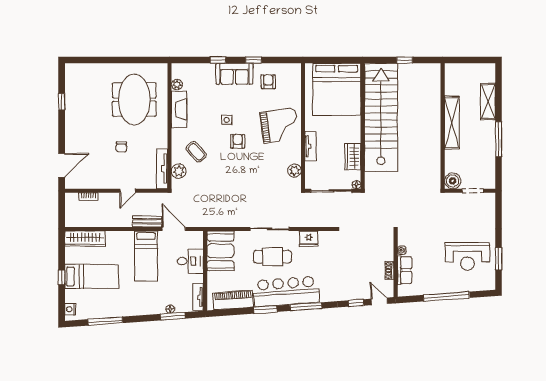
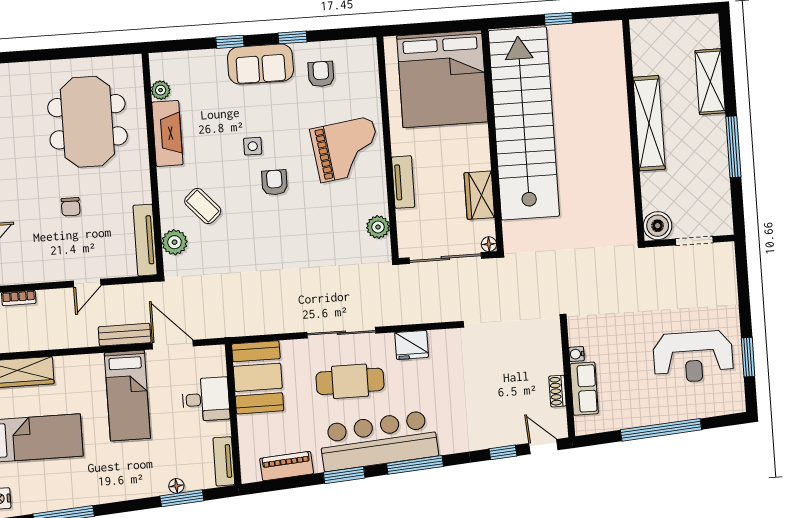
piano: (233, 300) -> (287, 466), width x0.73, depth x0.75

